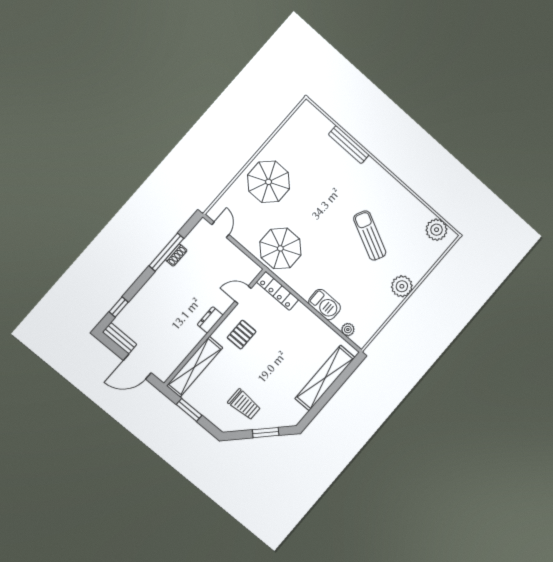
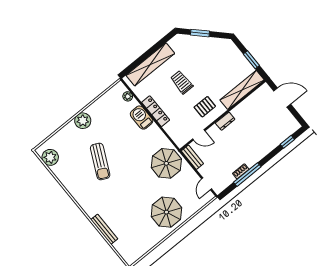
locker: (277, 291) -> (156, 111), moved
bench: (120, 338) -> (192, 157), moved
trolley: (244, 405) -> (182, 82), moved

